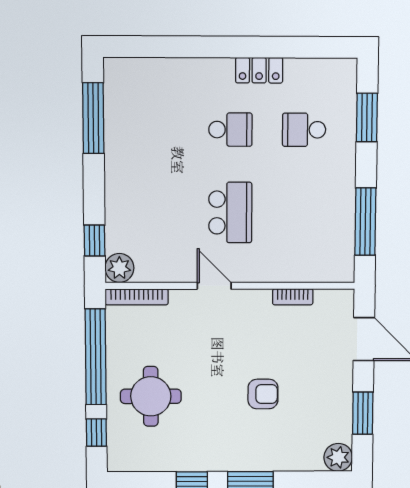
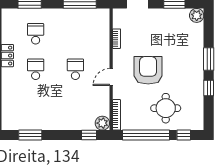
window: (93, 118) -> (30, 135), width x0.69
school desk: (304, 130) -> (36, 34), turned 180
school desk: (230, 213) -> (75, 69), width x0.54
armchair: (263, 394) -> (148, 70), moved, width x1.88, depth x1.88

